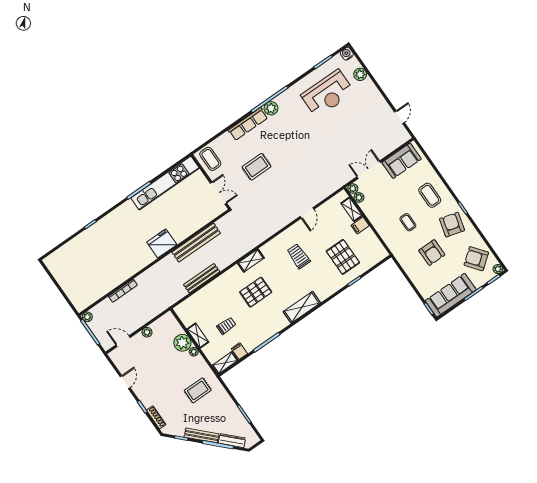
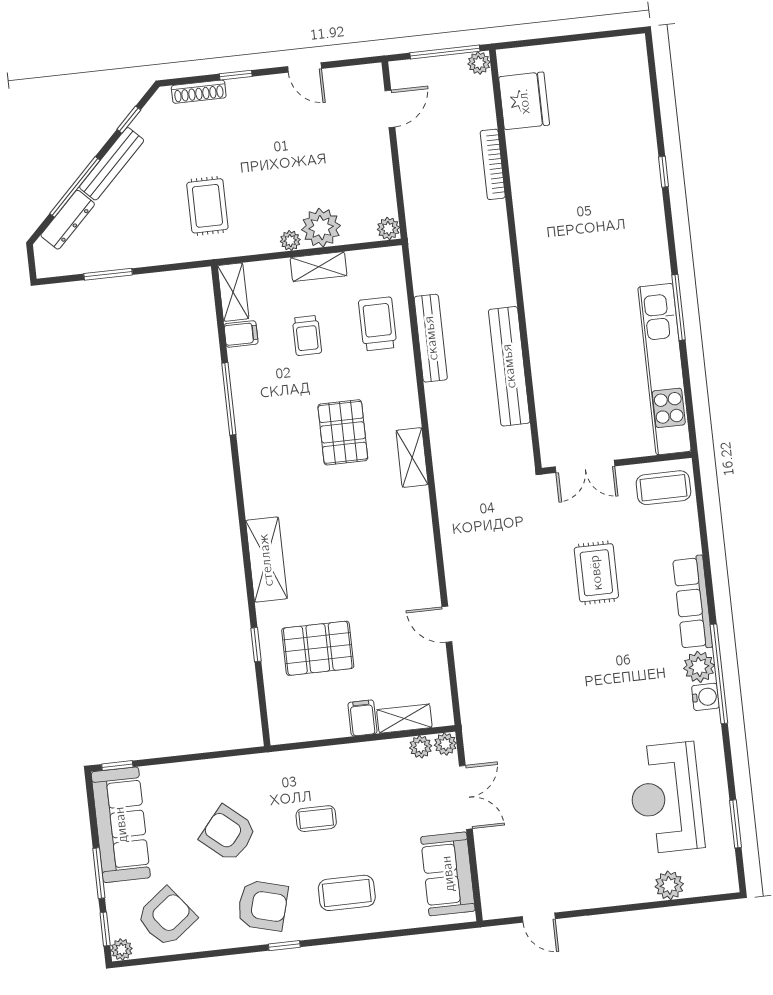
water cooler: (347, 54) -> (705, 697), moved
fridge: (162, 243) -> (524, 101), moved
armchair: (432, 253) -> (228, 834), turned 40
trolley: (298, 256) -> (378, 324), moved, turned -90
shelving: (302, 307) -> (266, 560), moved
plant: (147, 332) -> (388, 228), moved

